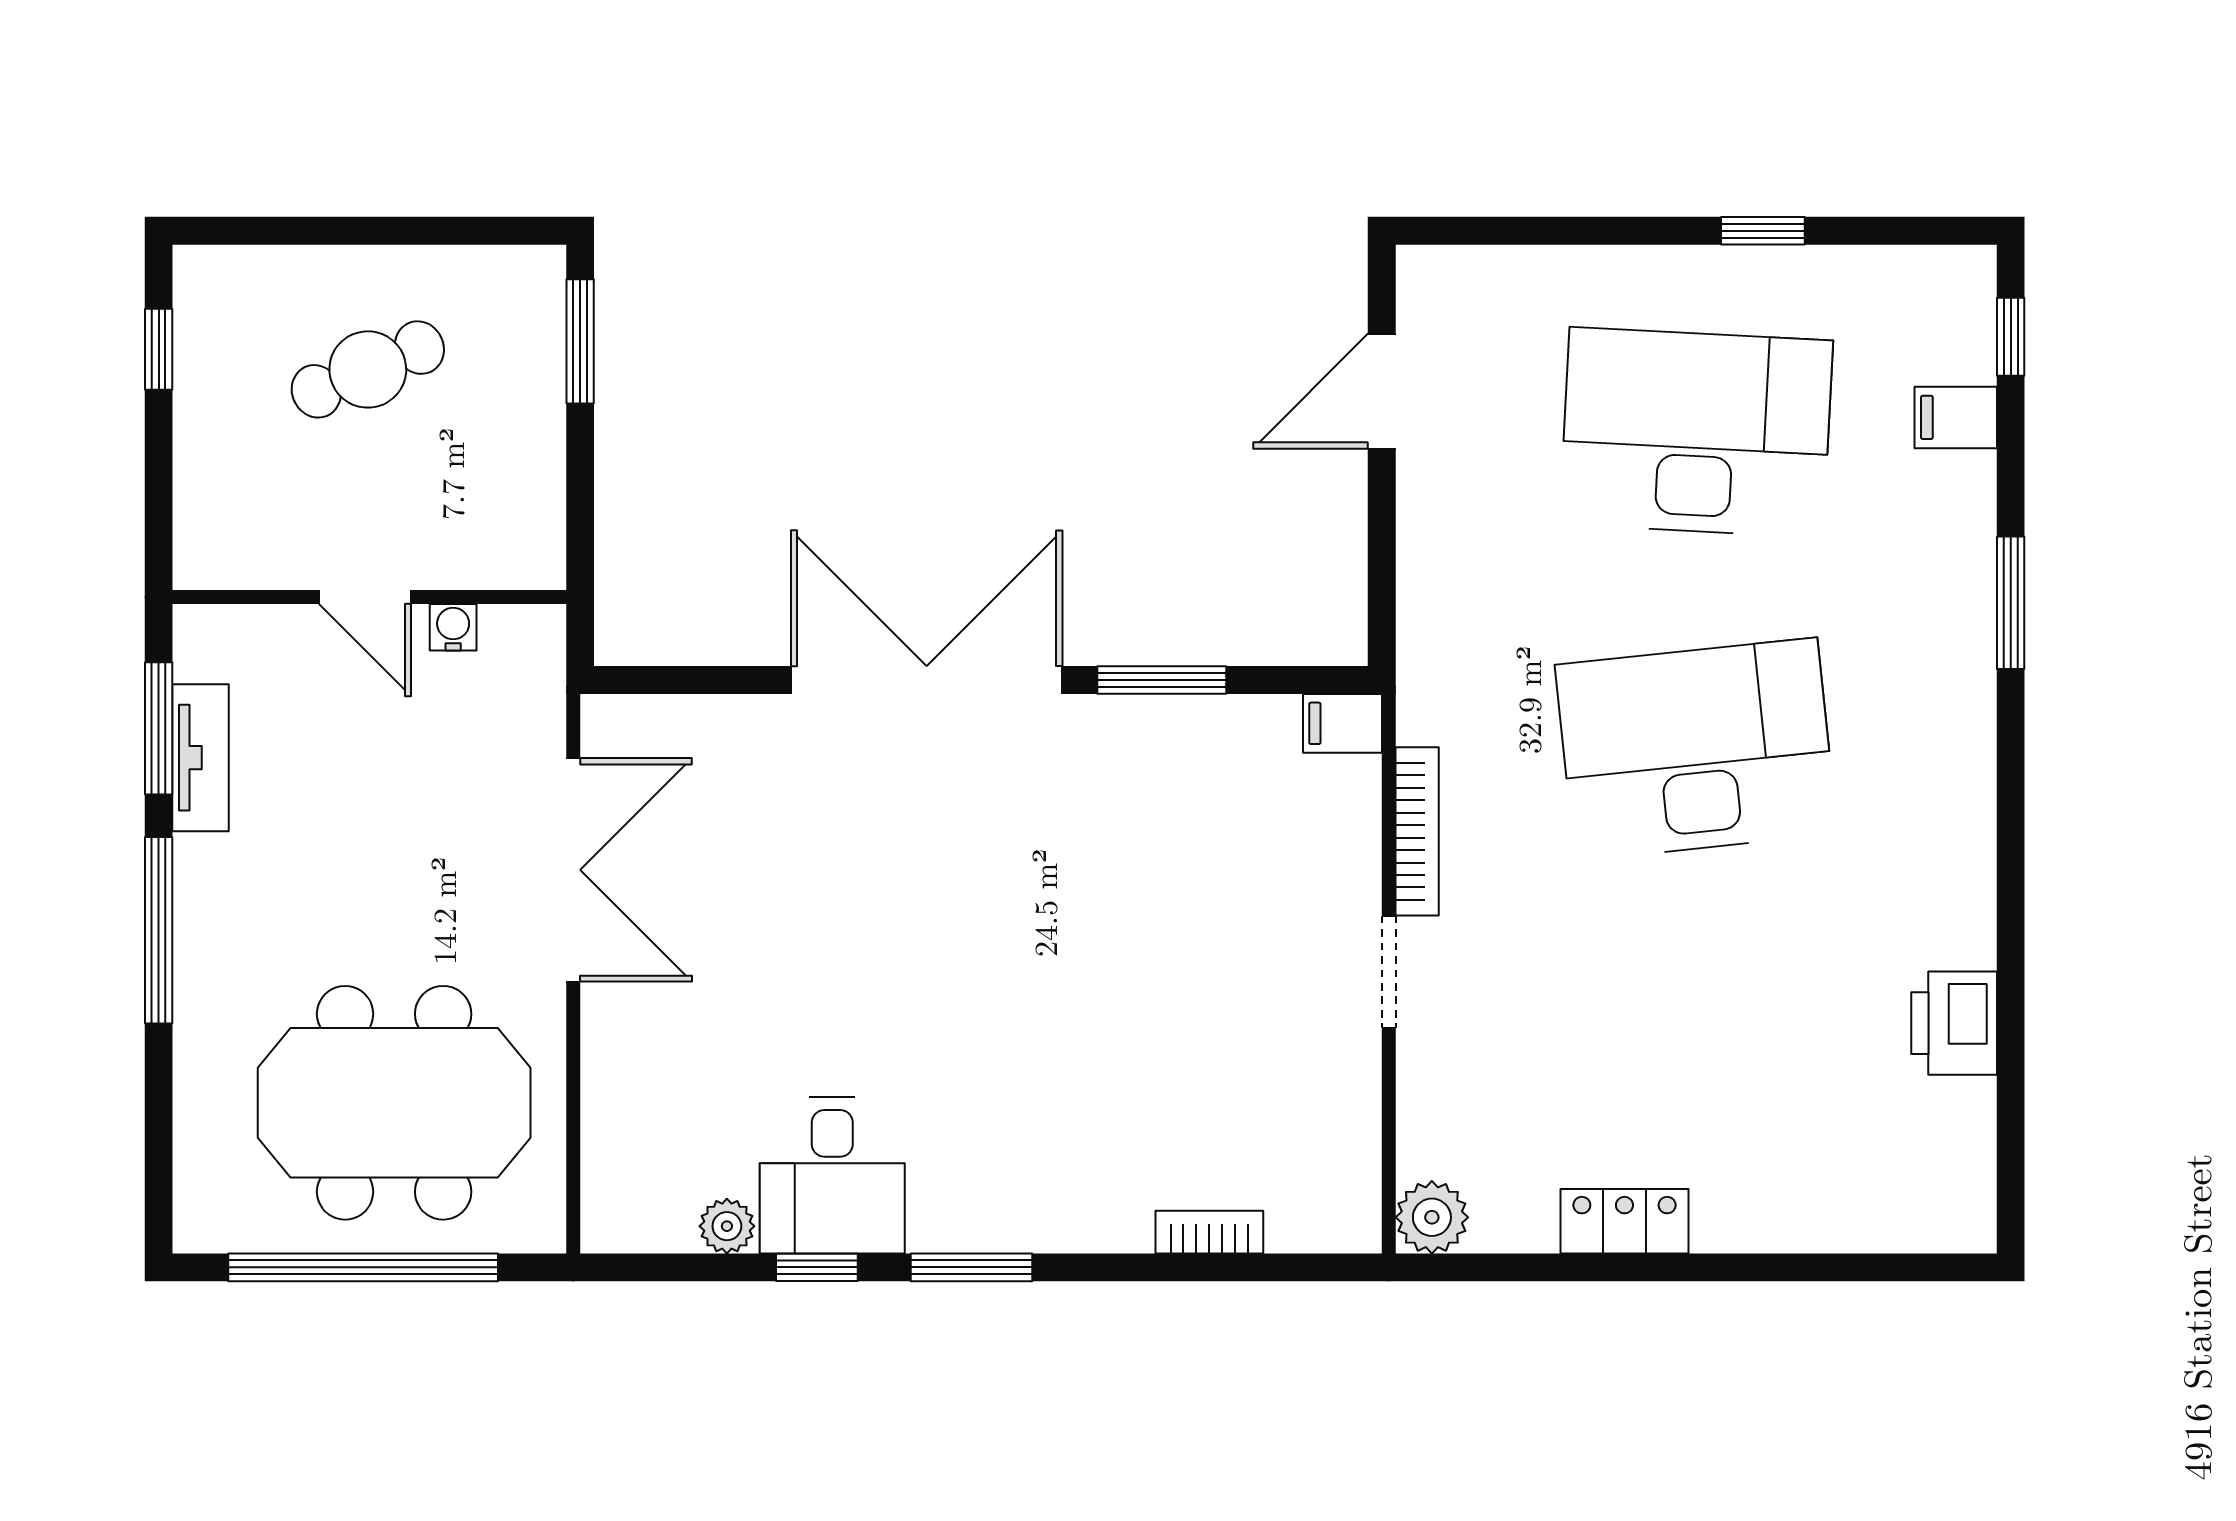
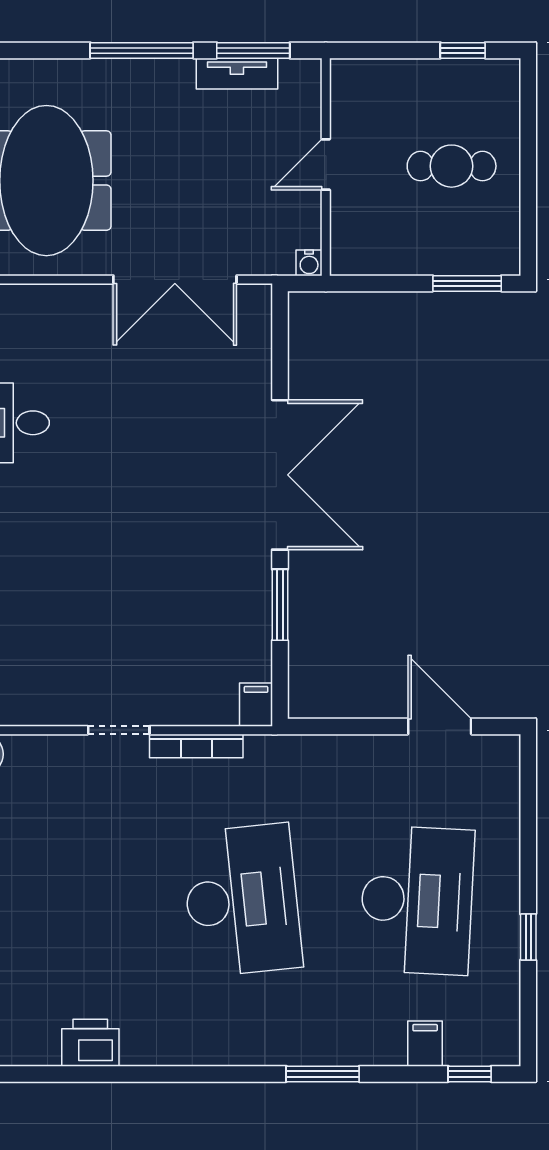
cafe table: (368, 369) -> (452, 166), turned -67
water cooler: (453, 627) -> (309, 263), moved, turned 90

